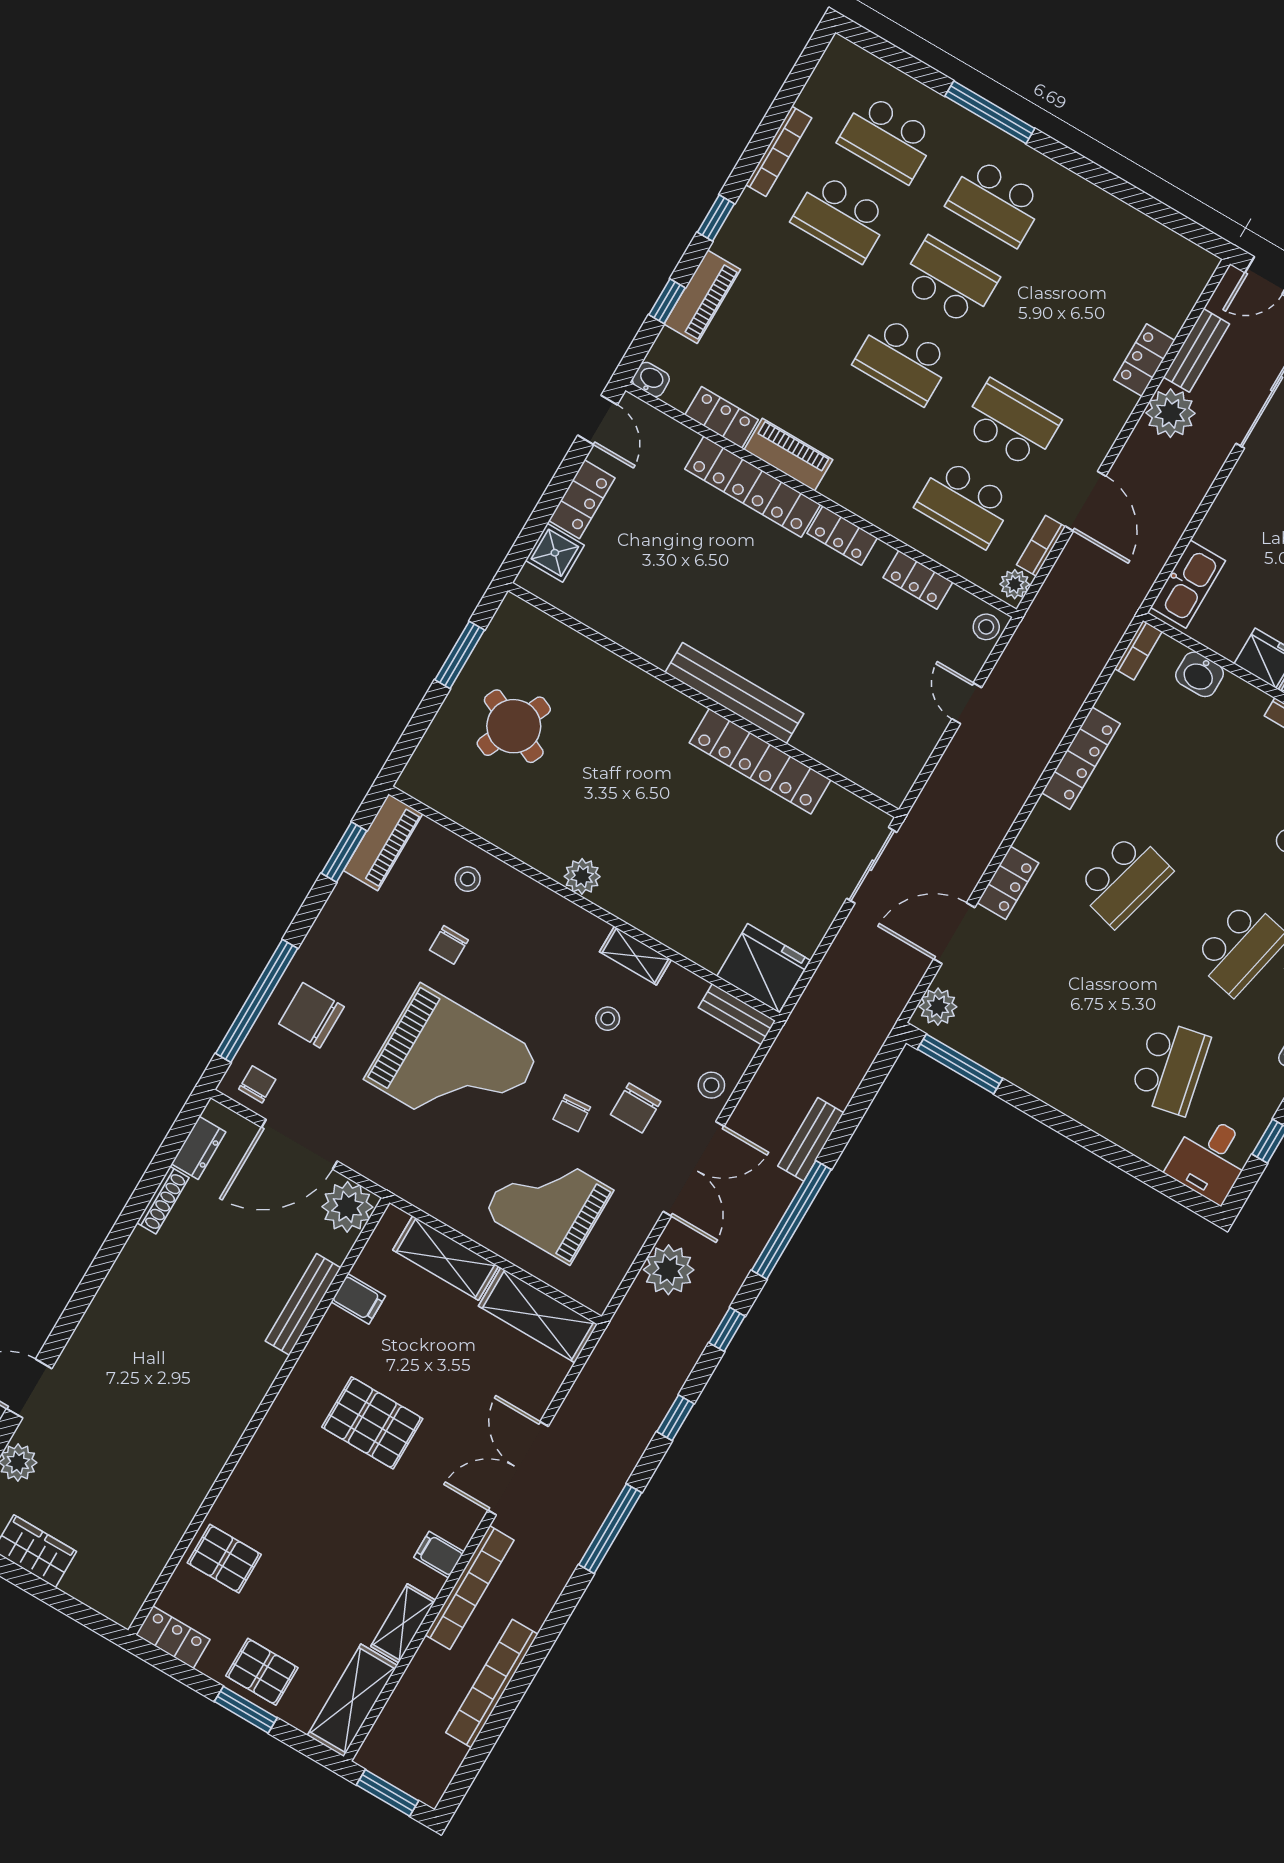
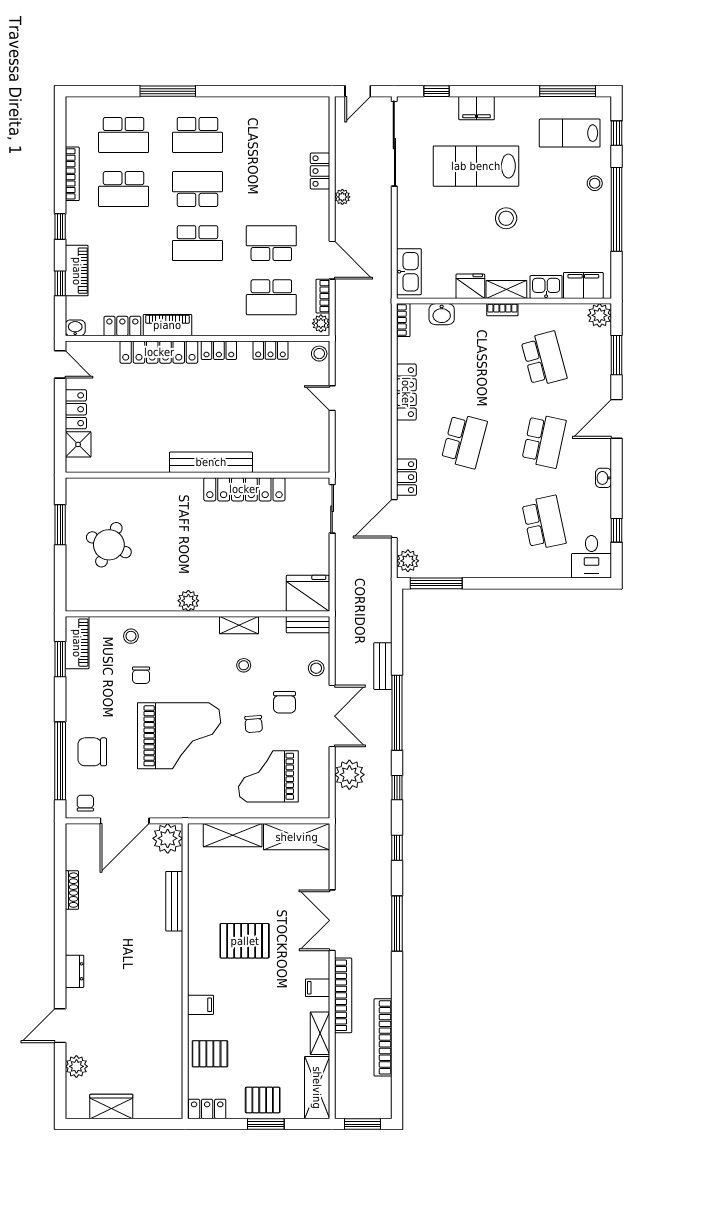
bench: (1196, 350) -> (344, 151), removed
plant: (1170, 413) -> (342, 197), width x0.53, depth x0.53
dresser: (199, 1148) -> (74, 971), moved
filing cabinet: (358, 1299) -> (201, 1005), moved

